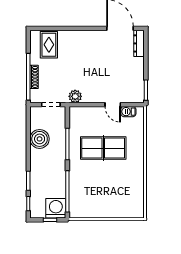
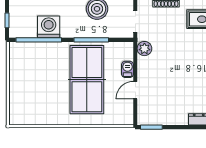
barbecue: (128, 112) -> (127, 69), moved
table tennis table: (103, 148) -> (87, 80), width x1.36, depth x1.32
washing machine: (56, 208) -> (49, 27), moved, turned -90

